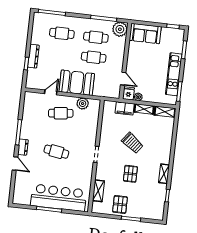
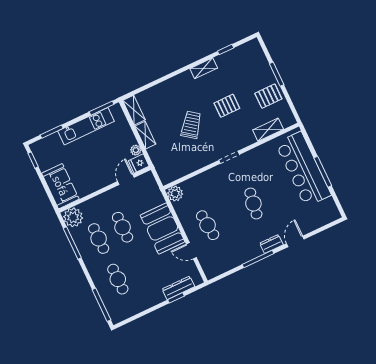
dresser: (33, 56) -> (178, 288), moved
plant: (83, 104) -> (175, 194), moved
filing cabinet: (125, 108) -> (158, 157), removed

